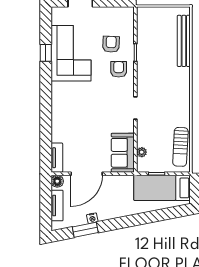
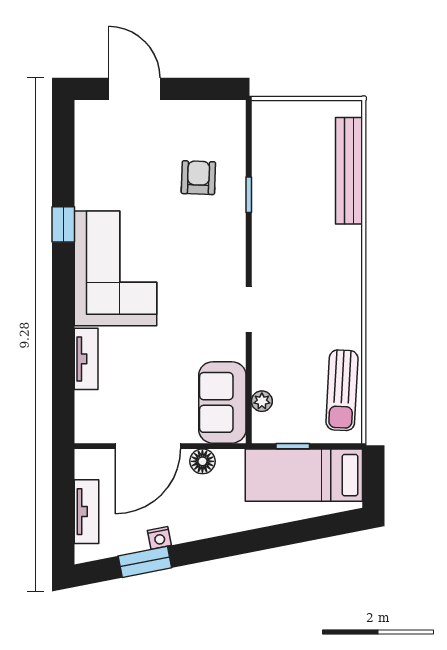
window: (46, 53) -> (63, 224), moved
corner sofa: (71, 53) -> (115, 268), moved
armchair: (119, 69) -> (214, 230), removed
tv unit: (57, 158) -> (86, 359), moved
floor lamp: (57, 181) -> (202, 461), moved

